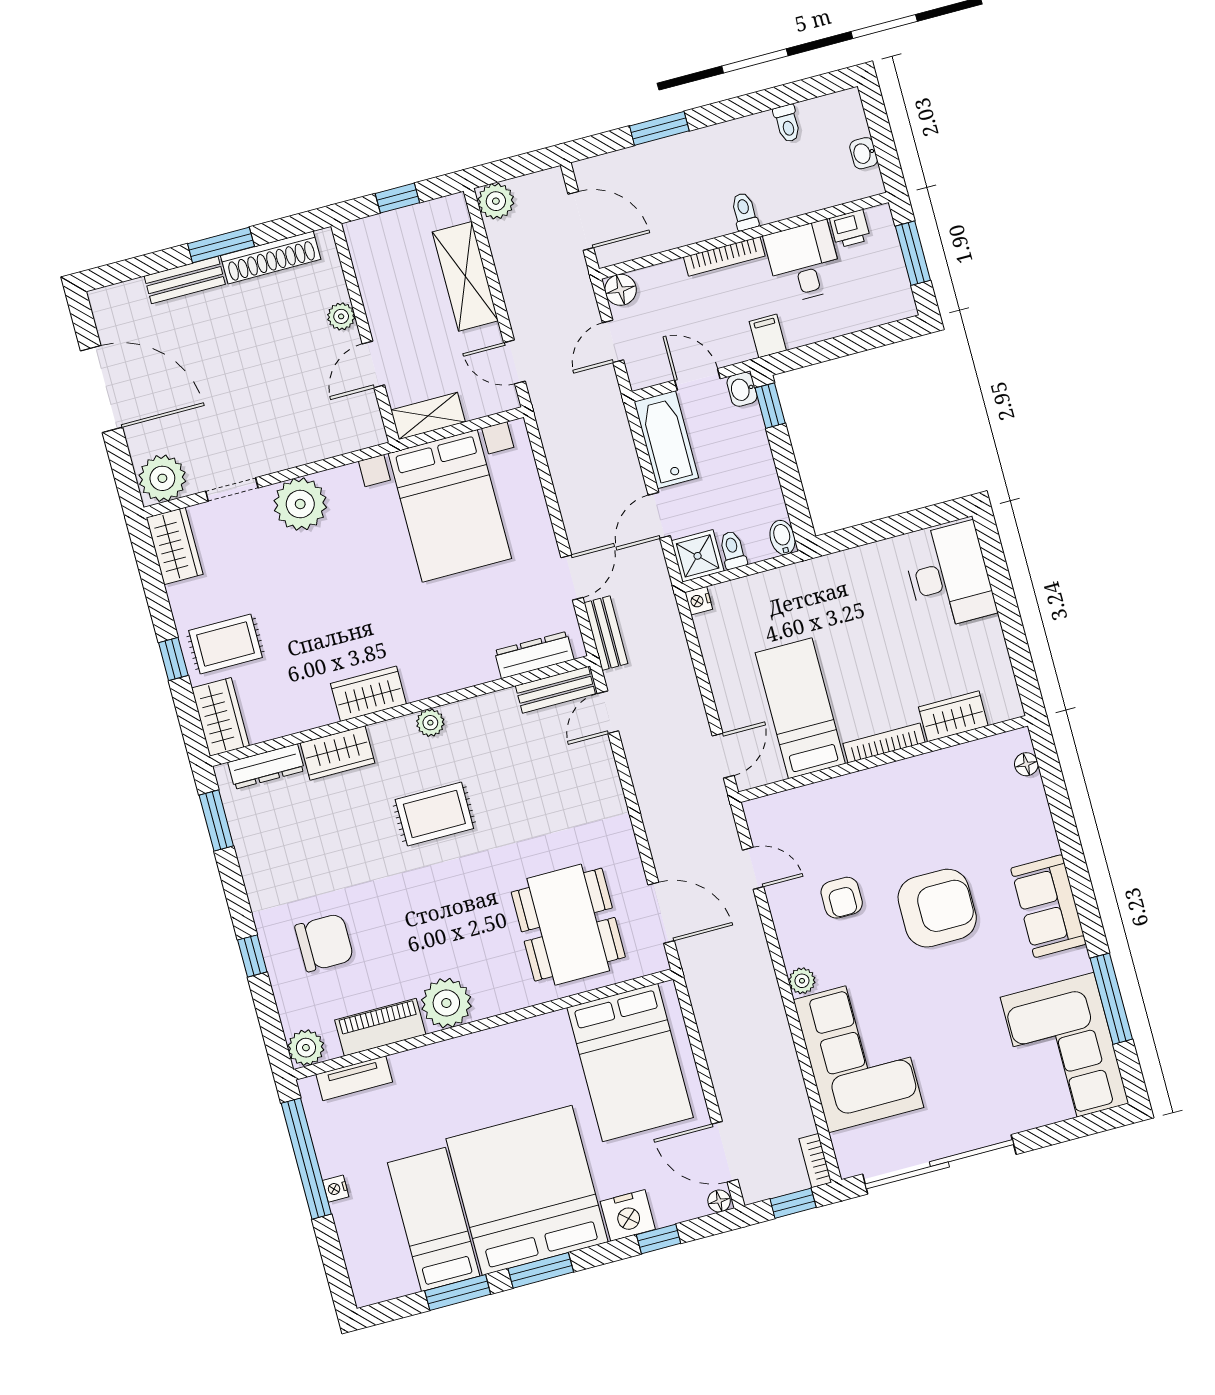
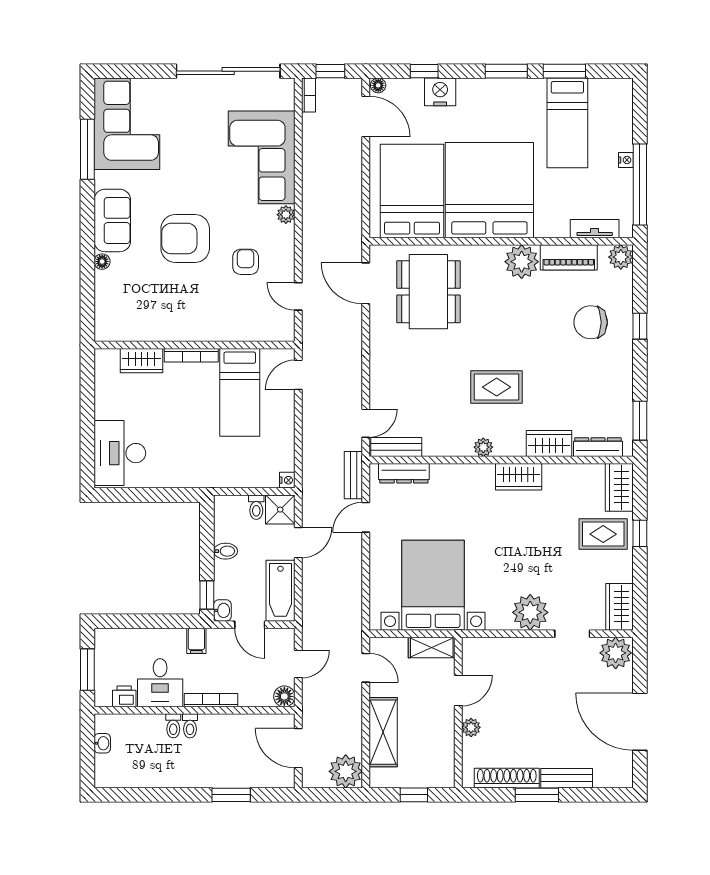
toilet: (787, 123) -> (173, 726), moved, turned 180
plant: (496, 201) -> (346, 771), width x1.36, depth x1.36
bidet: (782, 538) -> (226, 551), moved, turned -90
floor lamp: (1026, 764) -> (102, 262), moved
bed: (527, 1190) -> (489, 190), moved, turned 180

